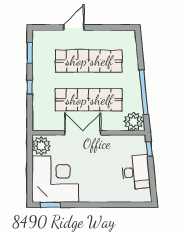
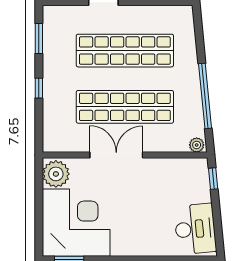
plant: (133, 121) -> (197, 145), width x0.53, depth x0.53
desk: (136, 172) -> (195, 229), moved

